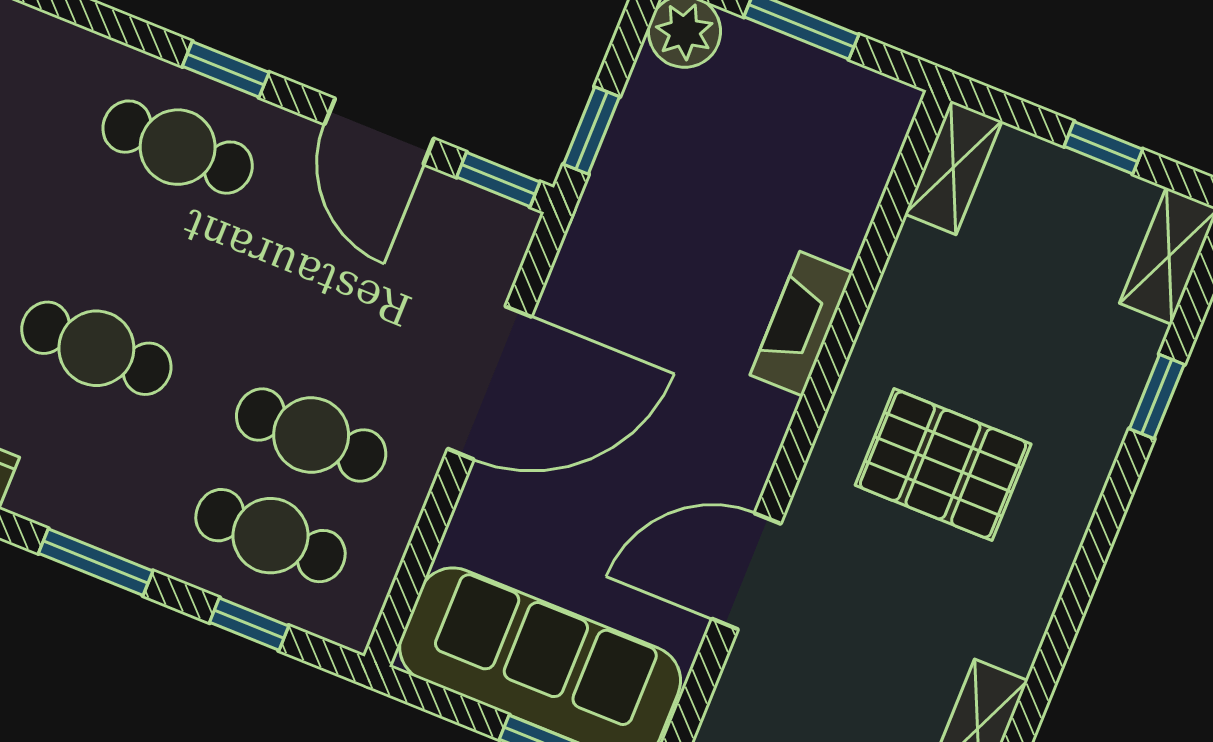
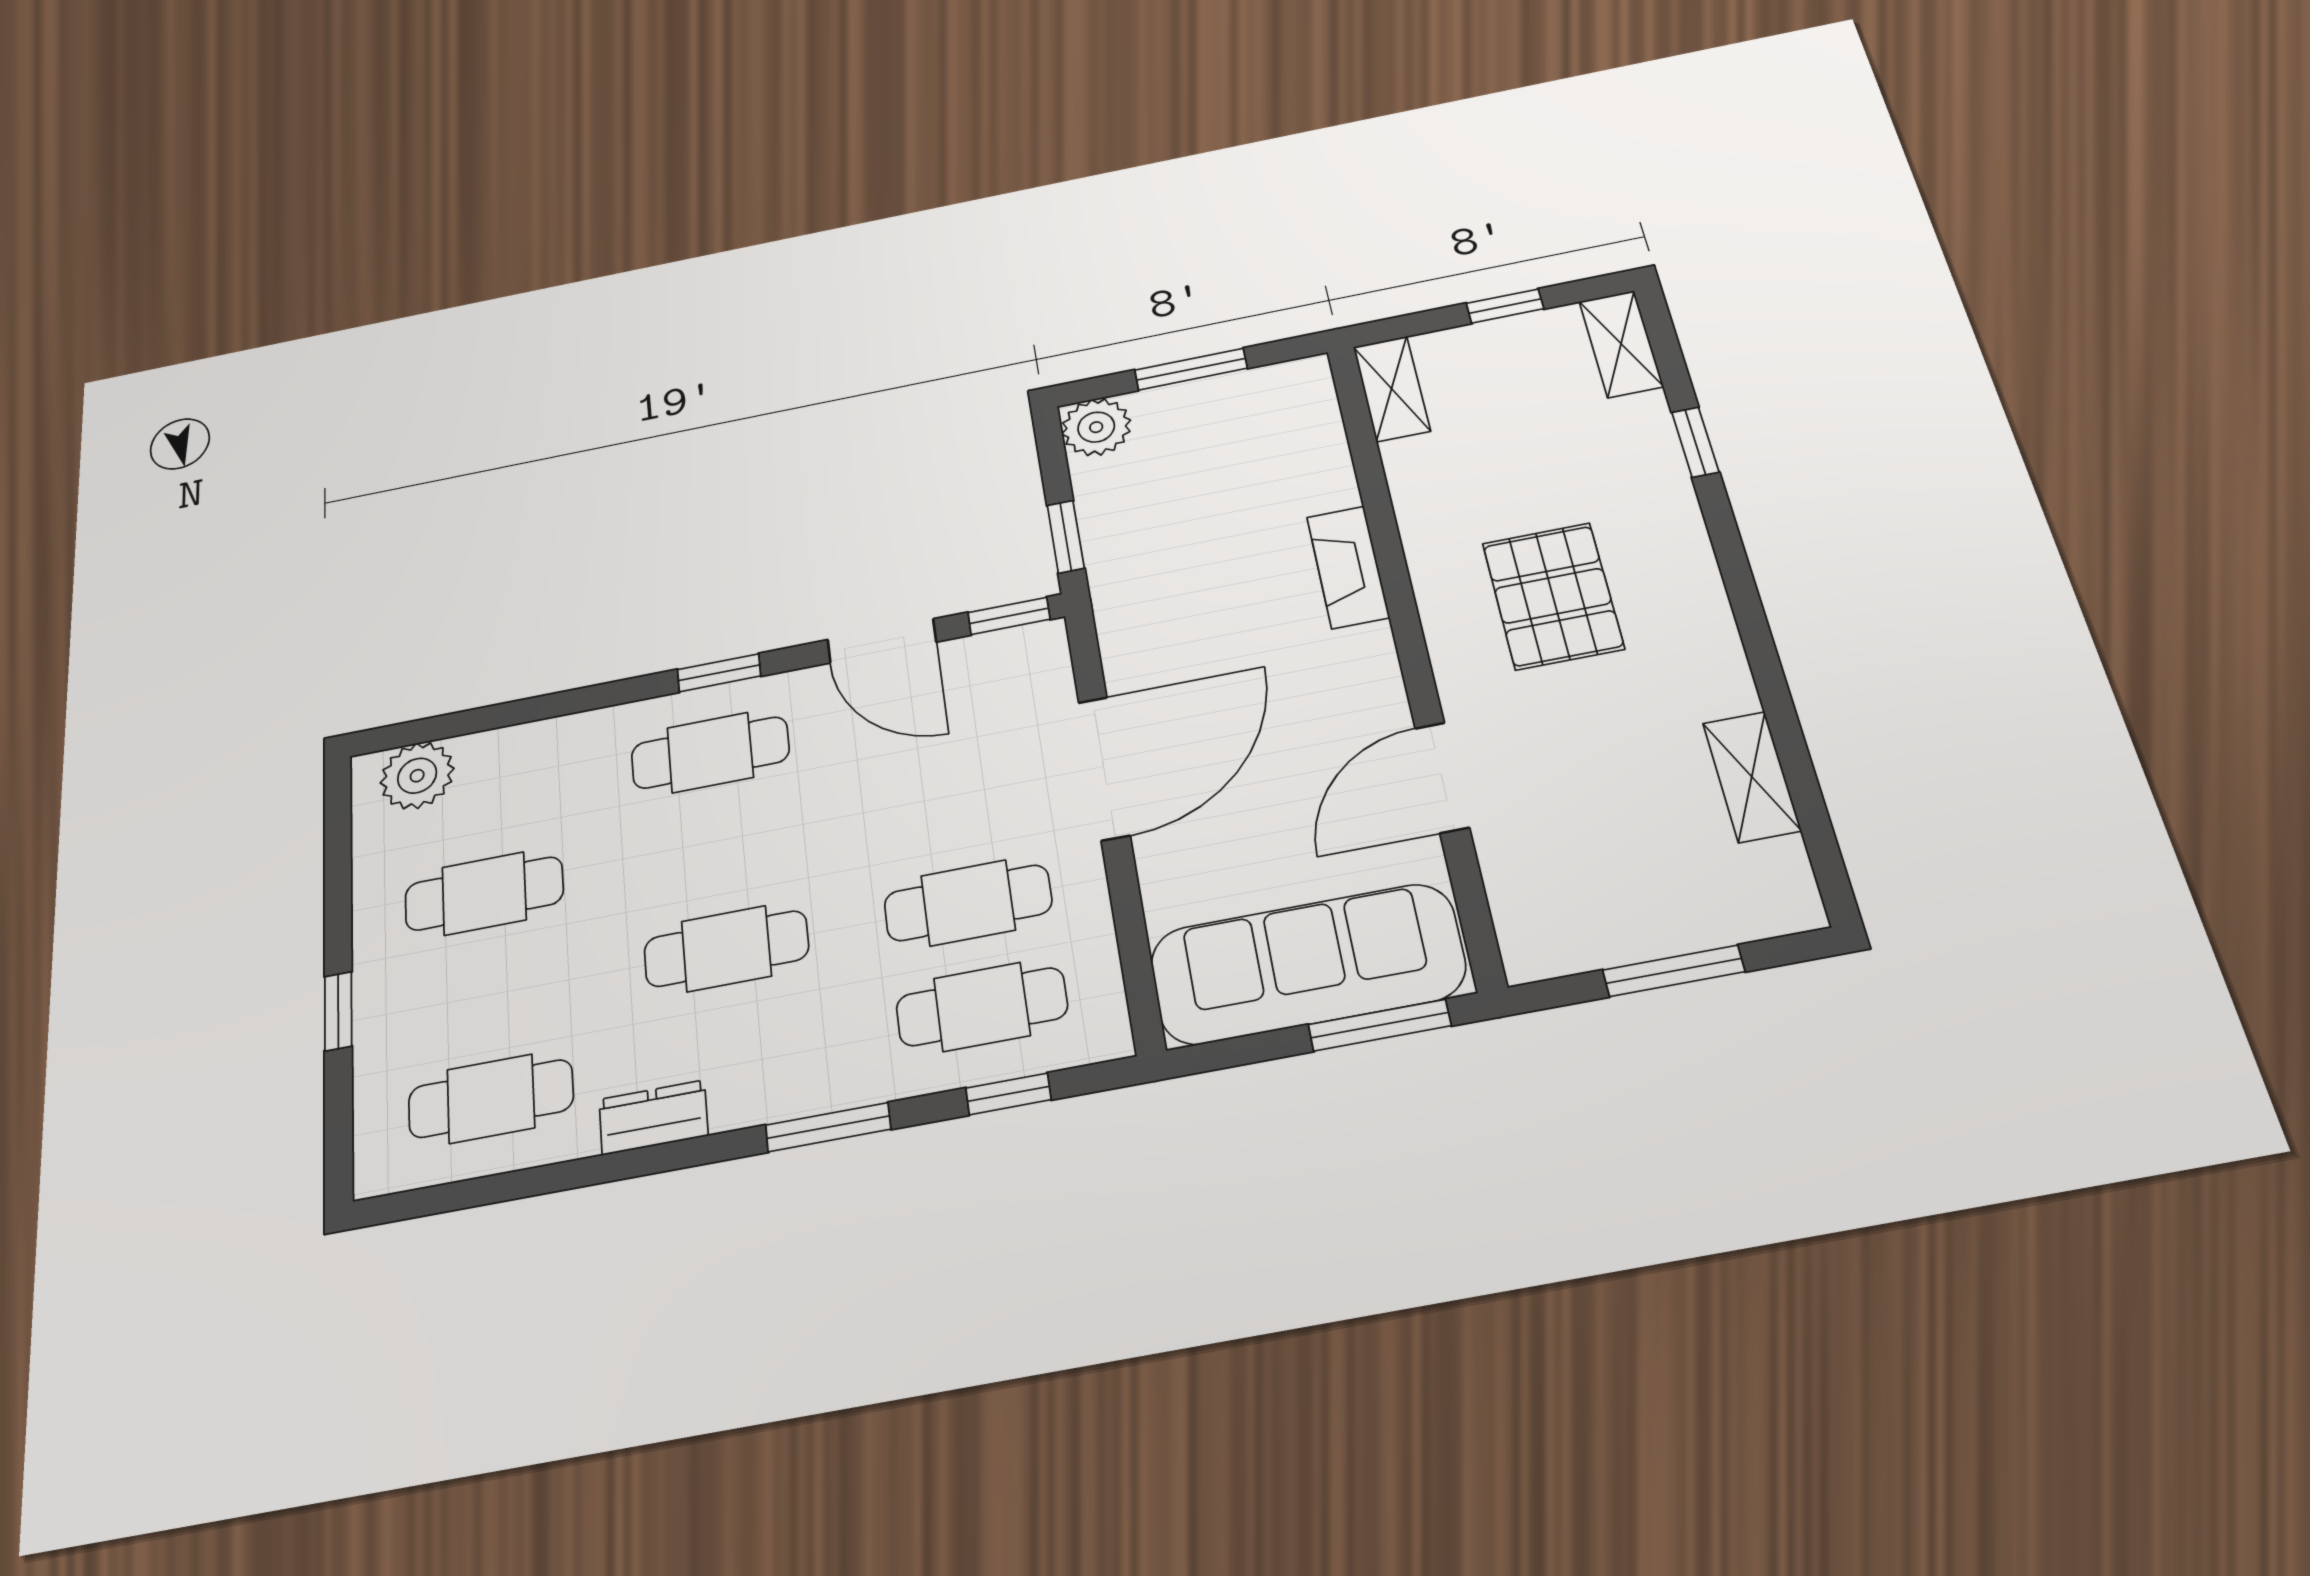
pallet: (943, 465) -> (1553, 596), turned 90

